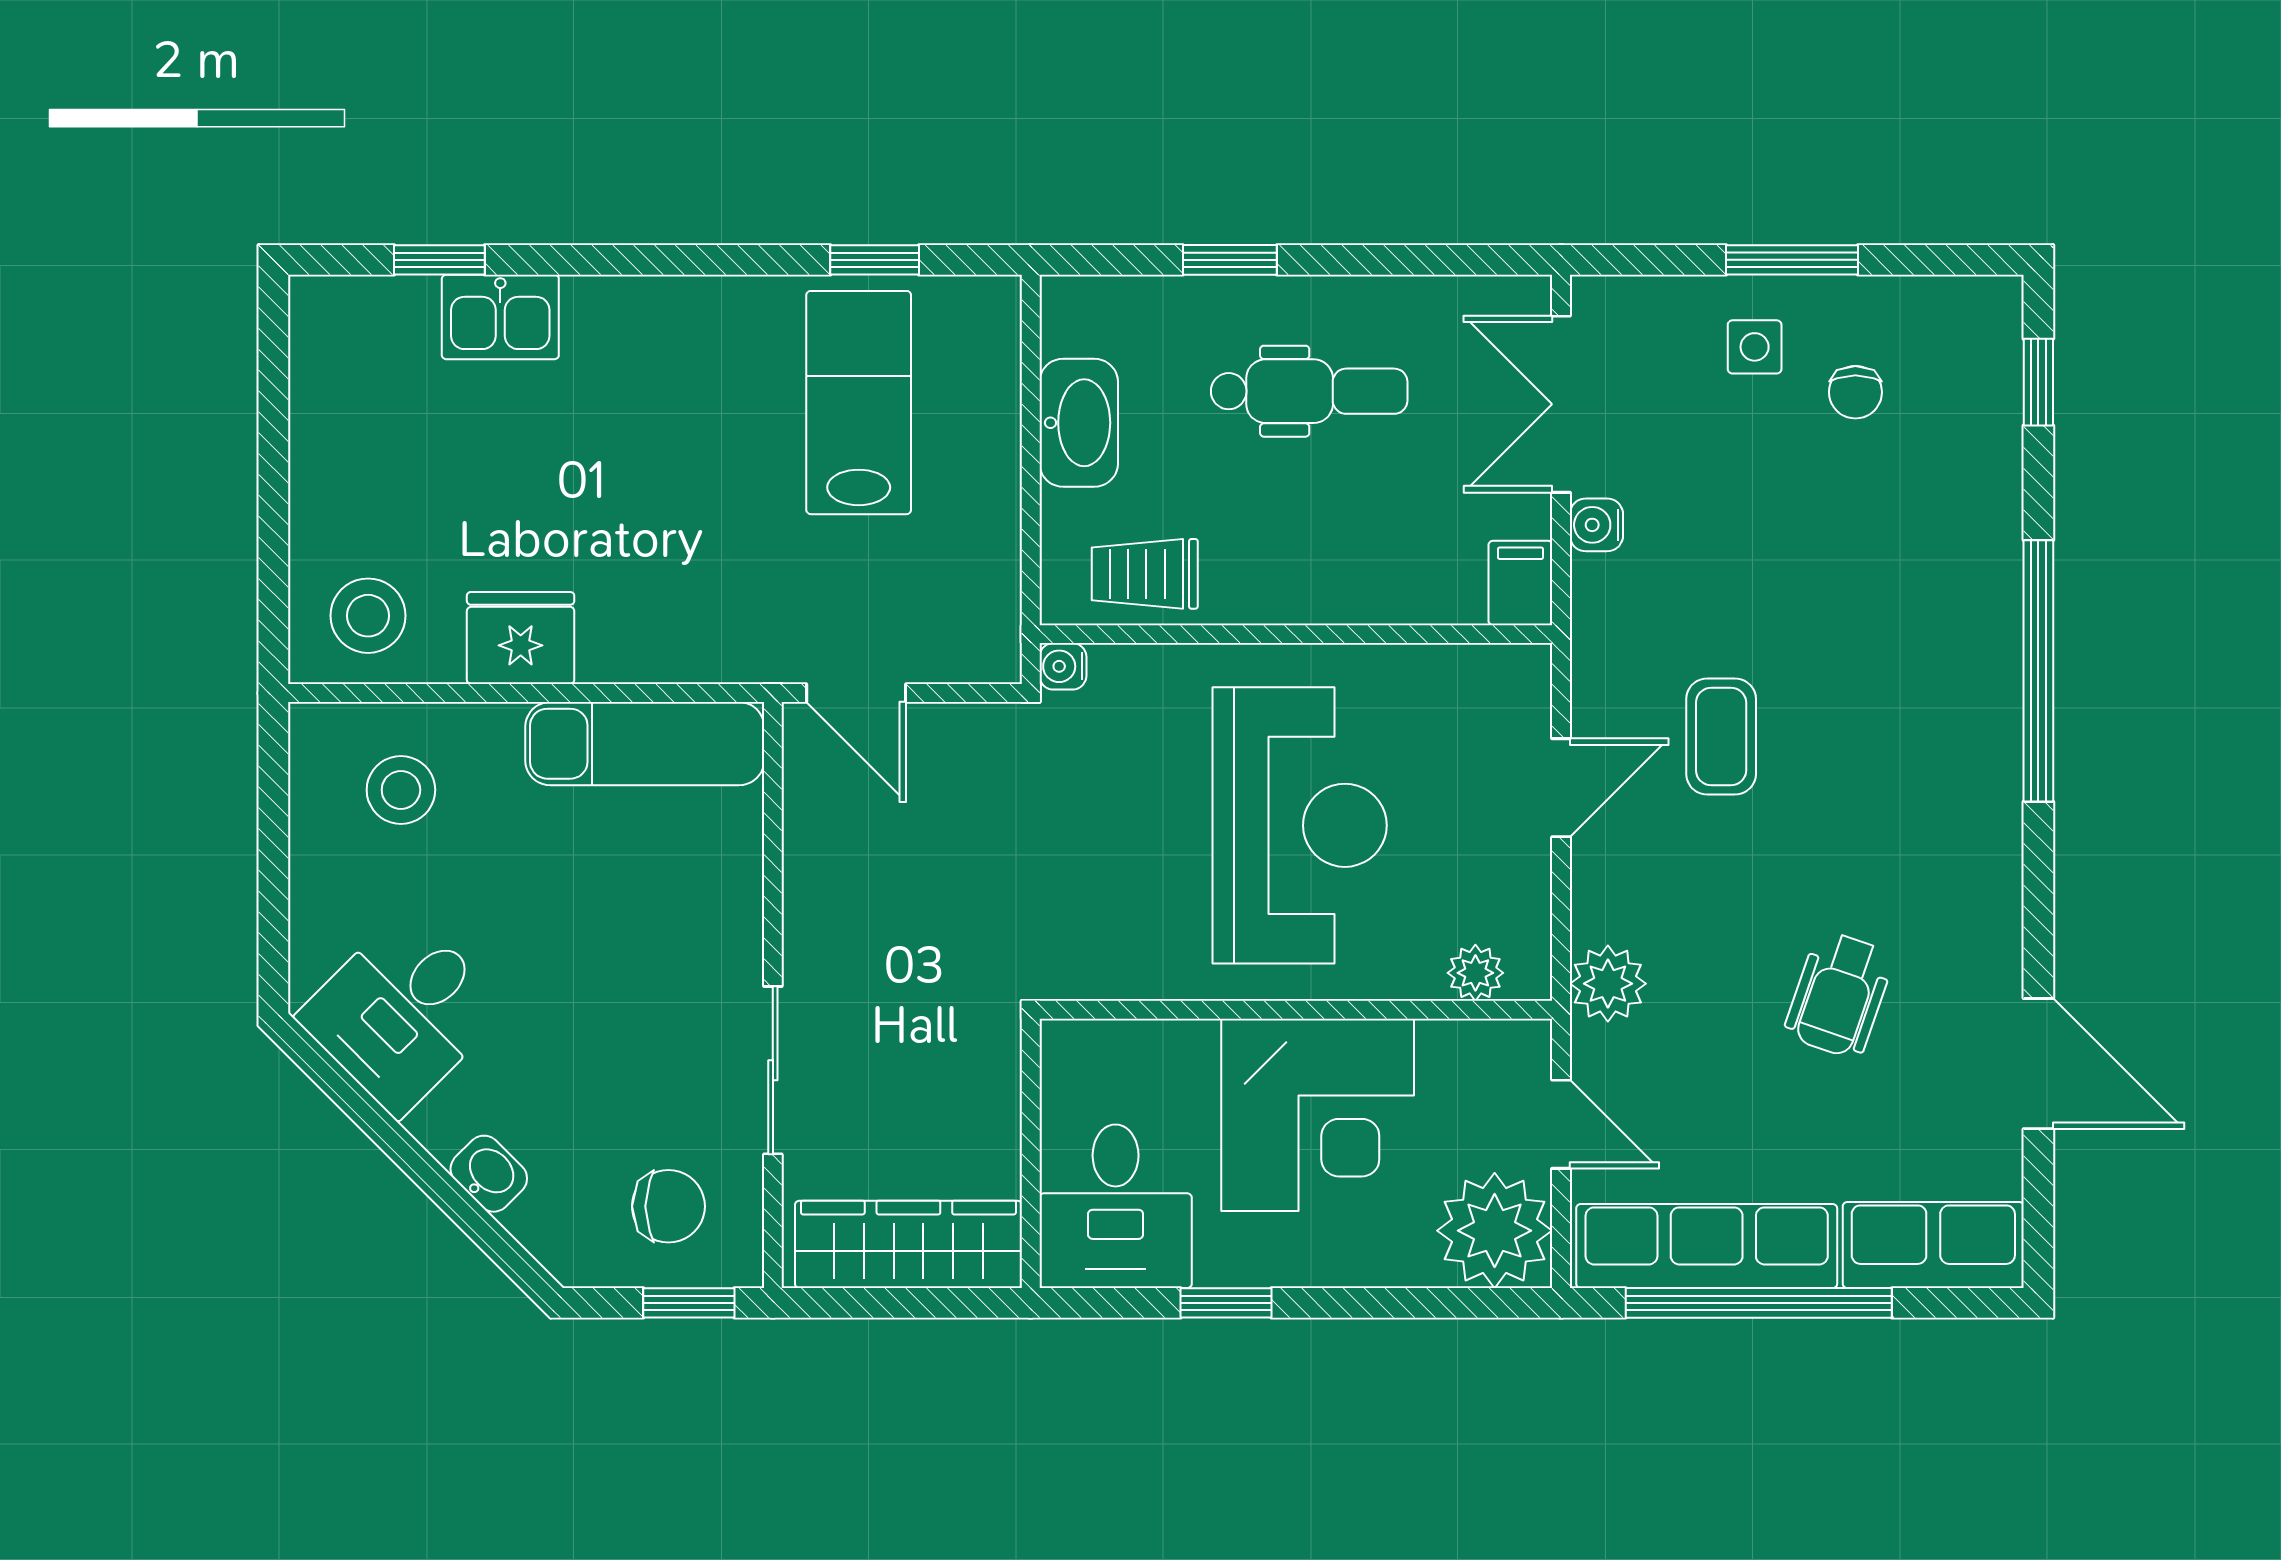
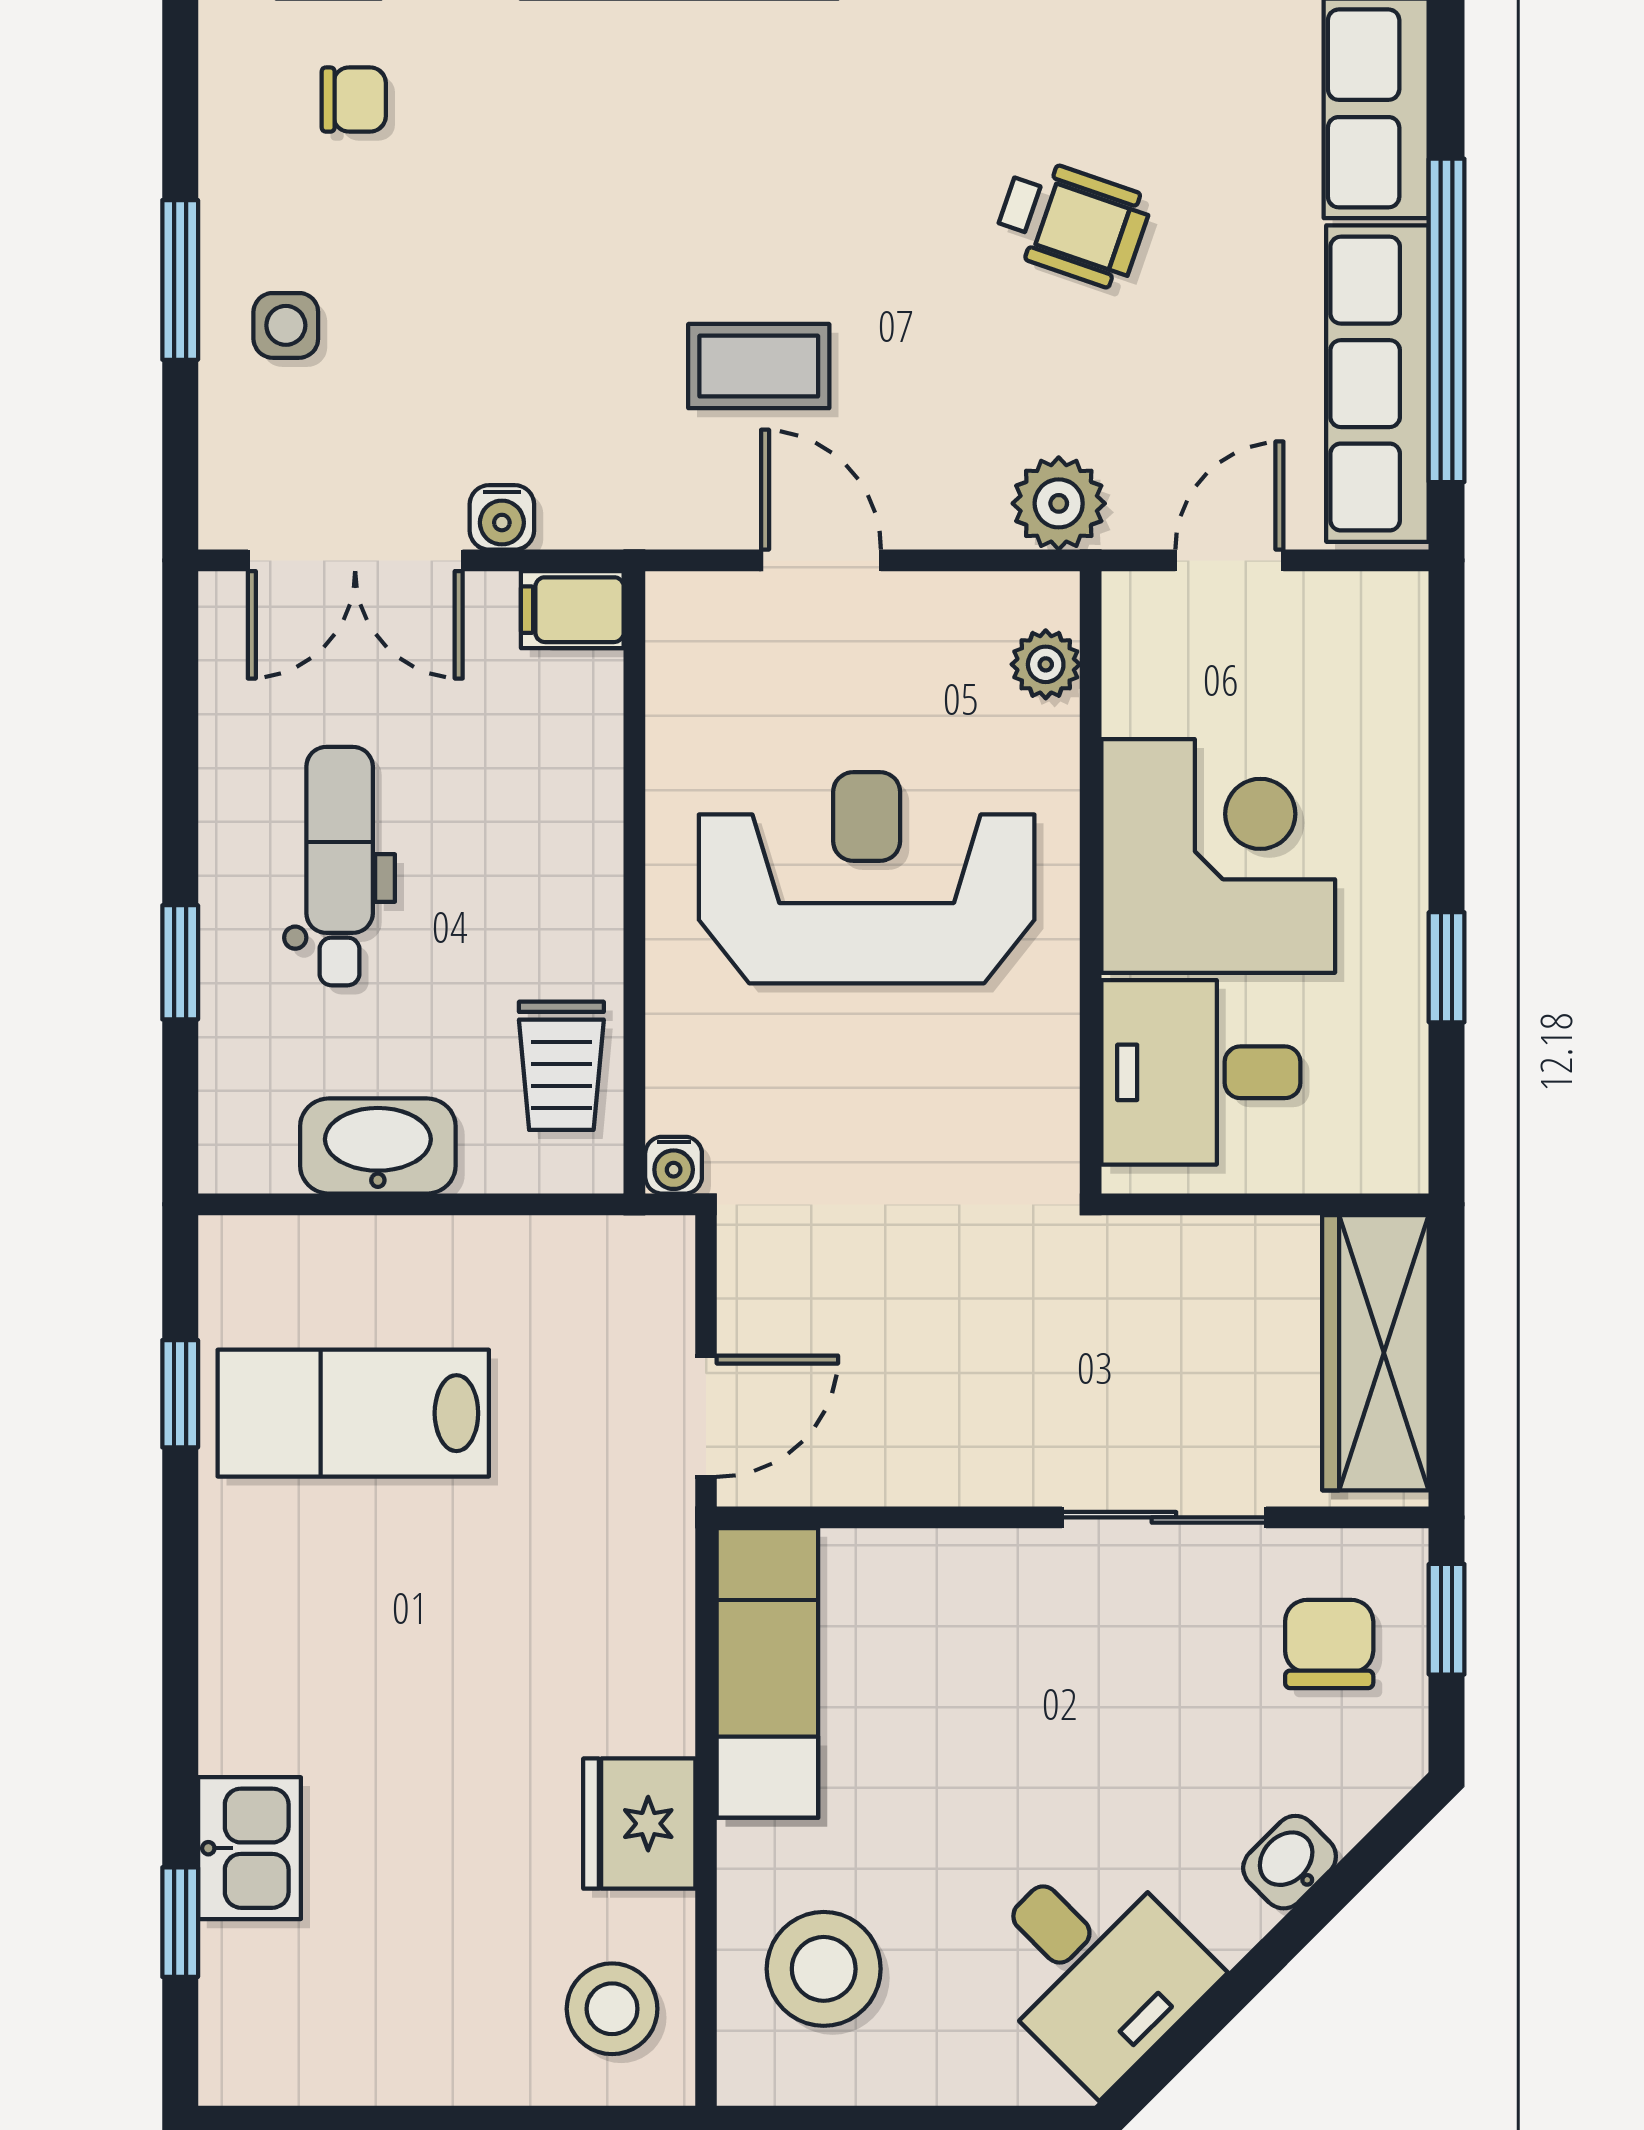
chair: (1855, 392) -> (354, 100), moved
stool: (401, 790) -> (824, 1969), width x1.38, depth x1.38
desk: (1116, 1206) -> (1201, 1072), moved, turned 180
plant: (1495, 1231) -> (1359, 641), removed

